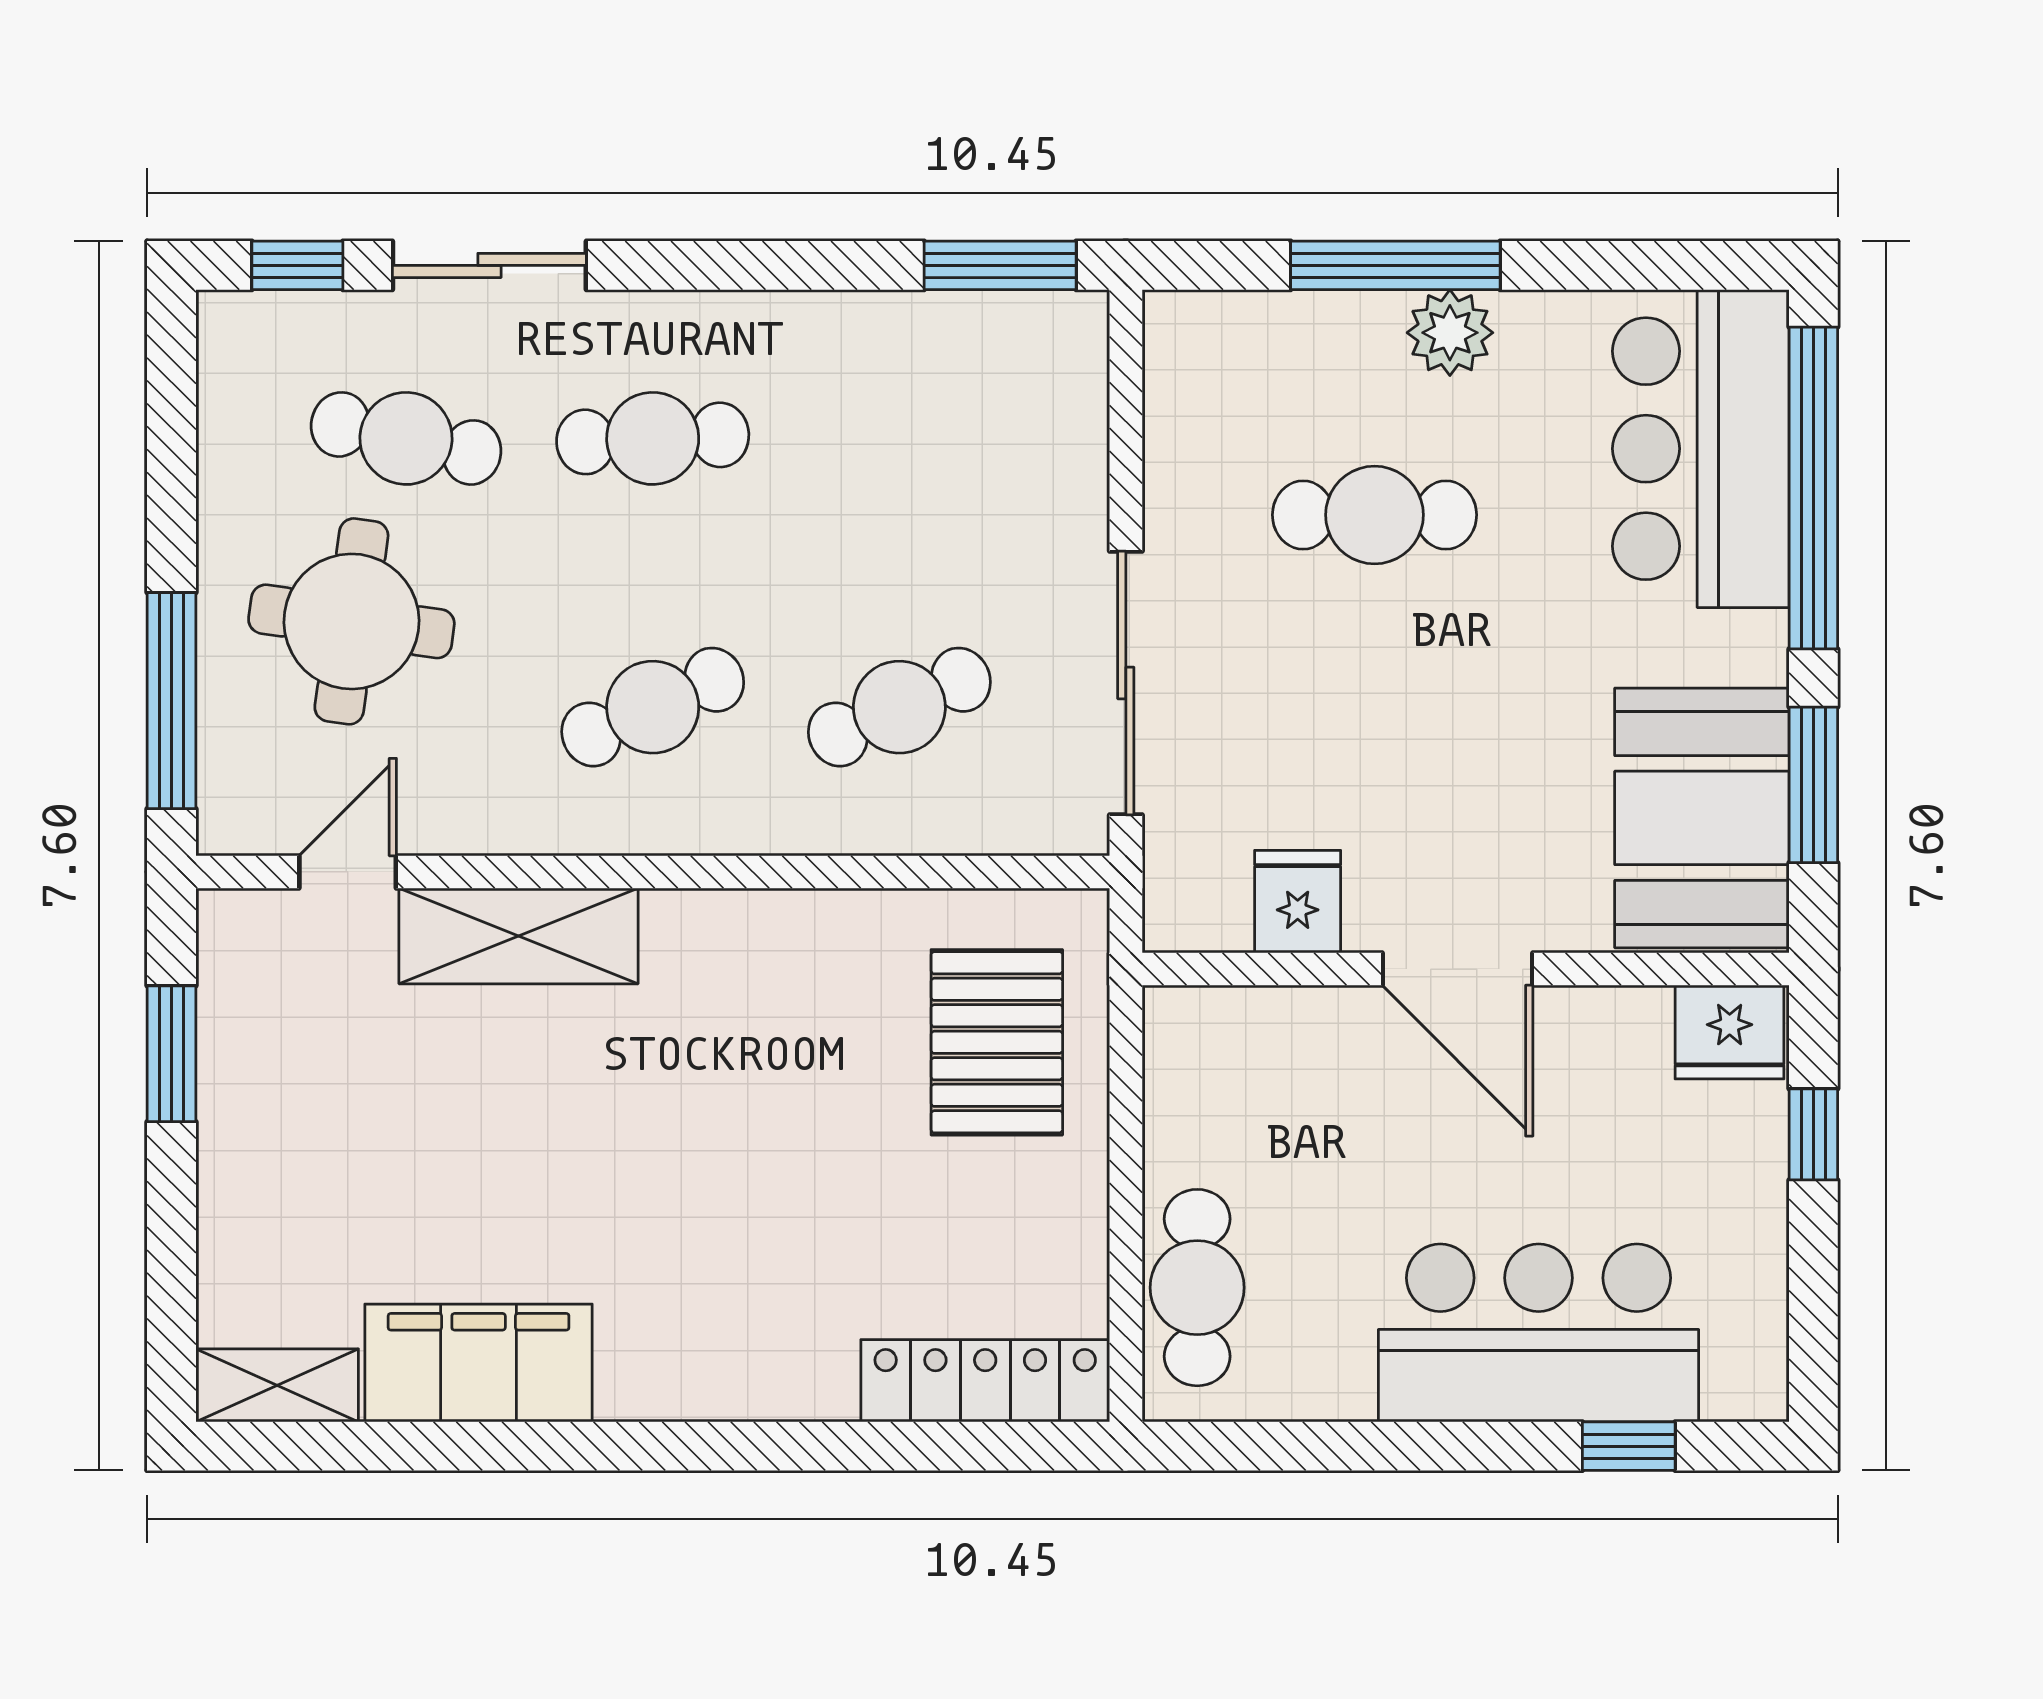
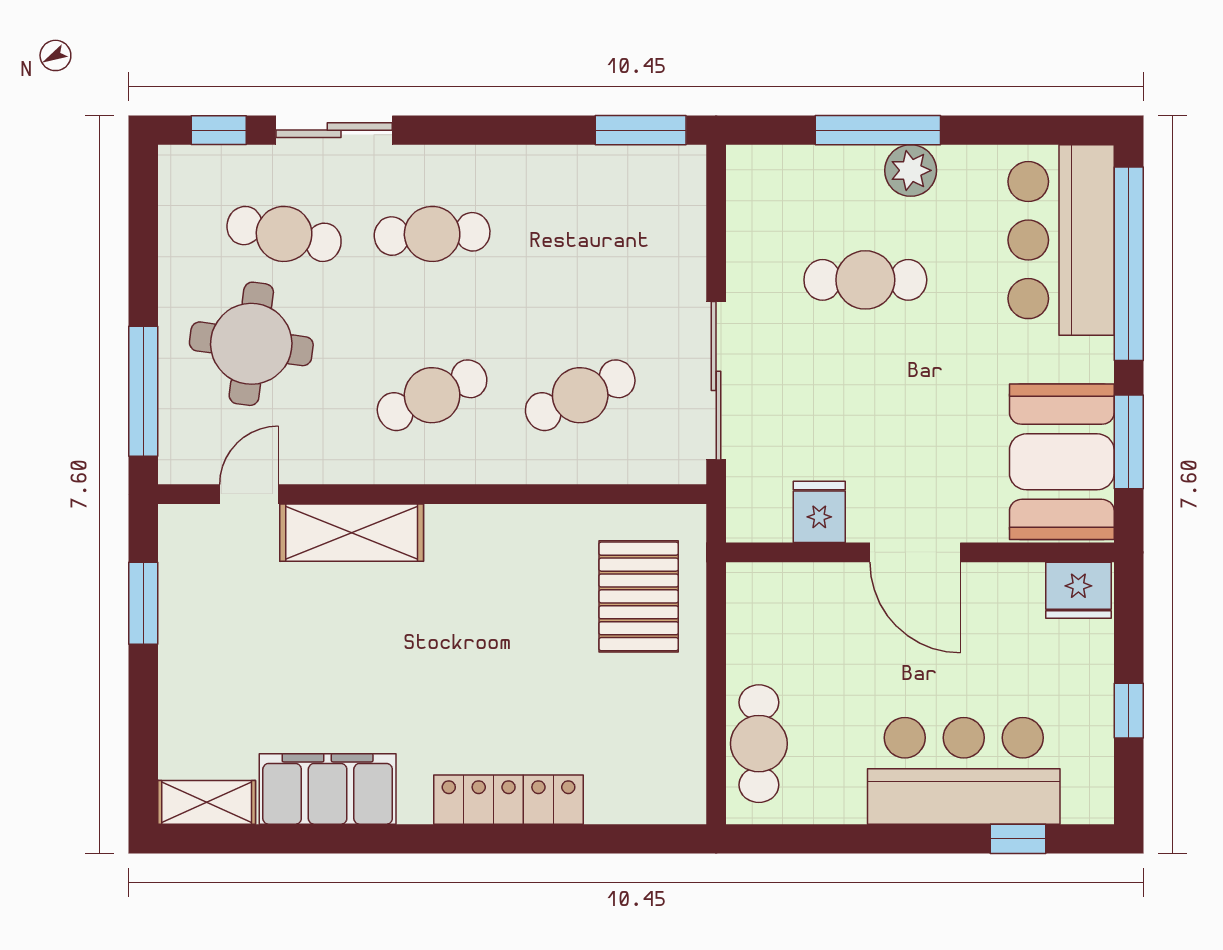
window: (1813, 1134) -> (1129, 711), moved
locker: (985, 1381) -> (509, 800), moved

